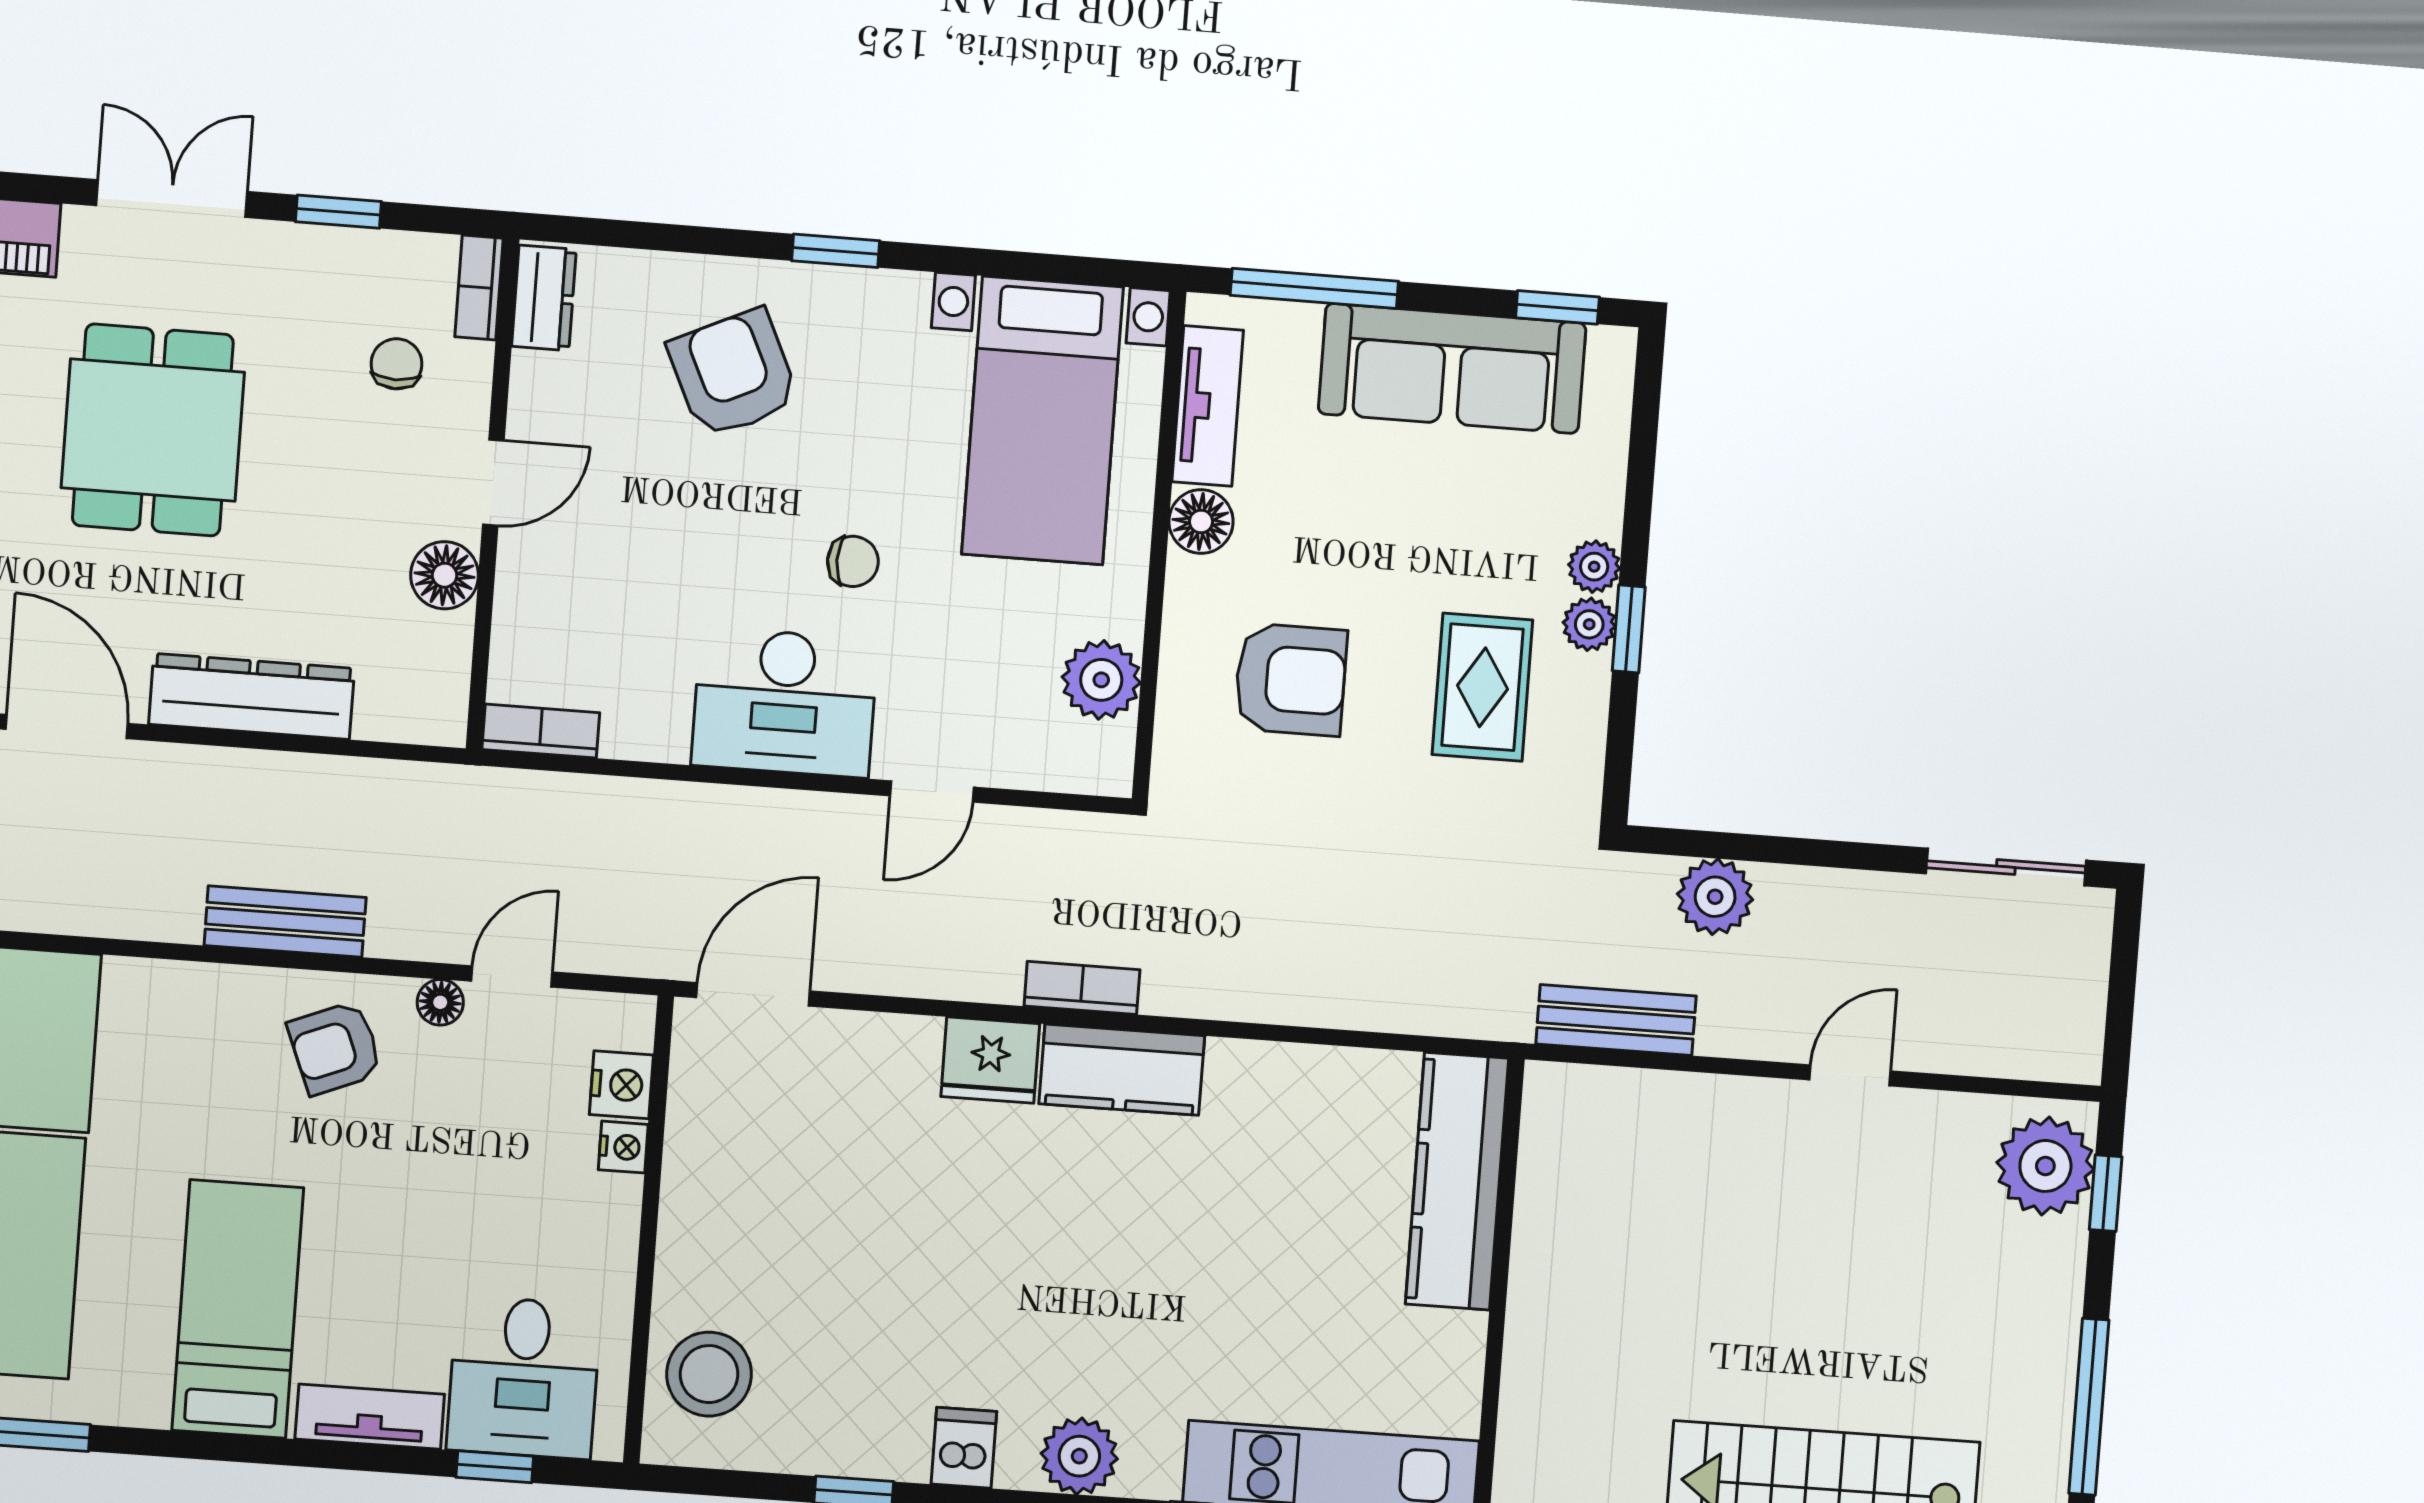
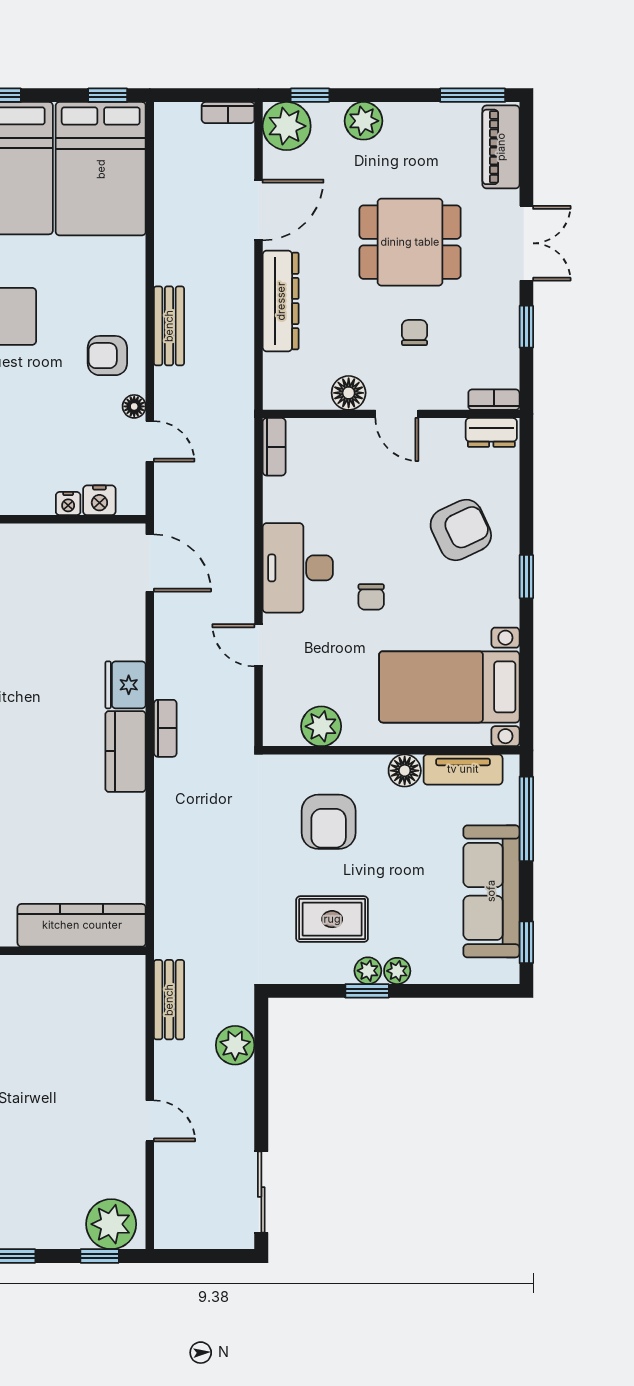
chair: (396, 364) -> (415, 333), moved, turned -90
armchair: (335, 1048) -> (107, 356), turned -68

